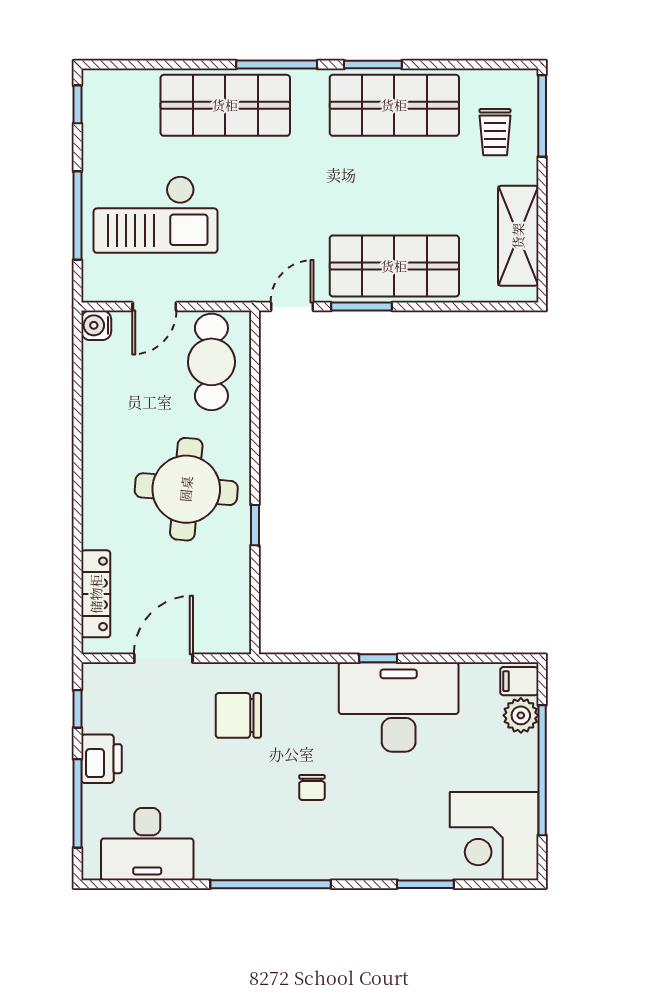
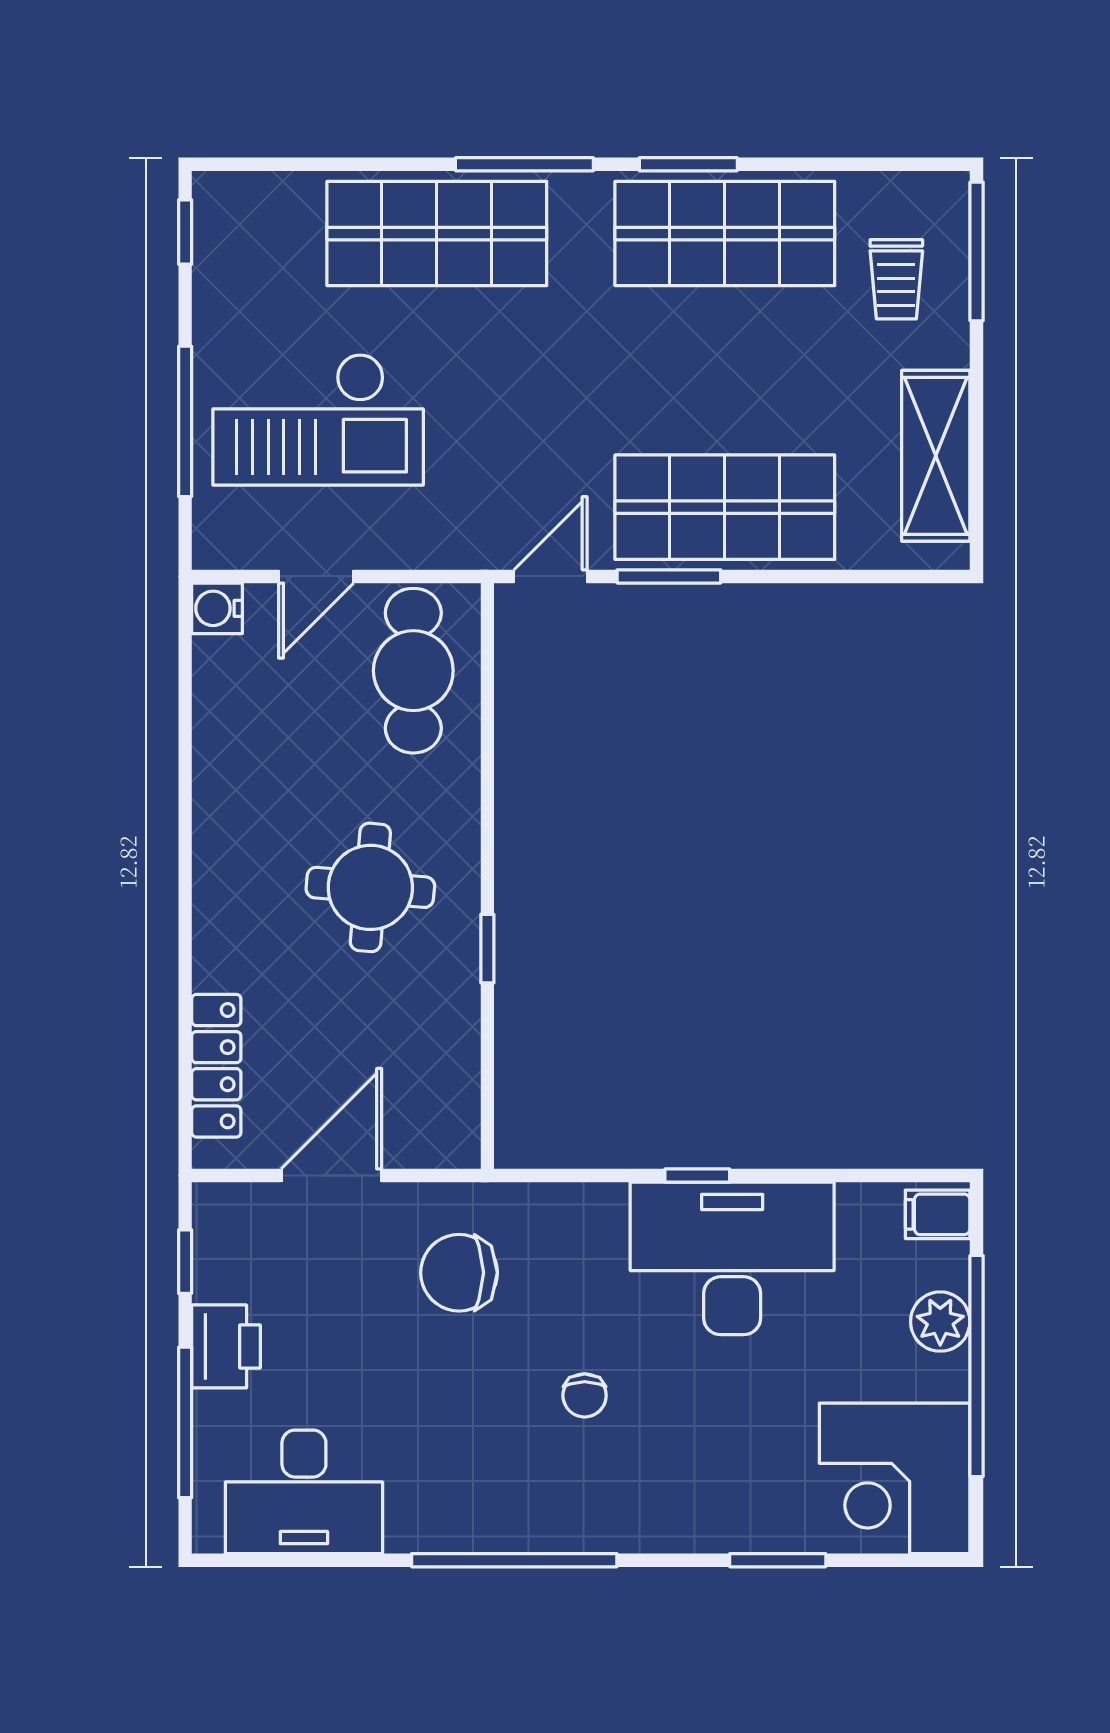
round table: (186, 489) -> (370, 887), width x0.73, depth x0.73
plant: (521, 715) -> (940, 1322), moved

